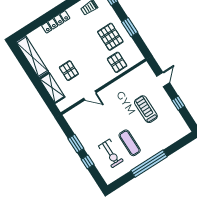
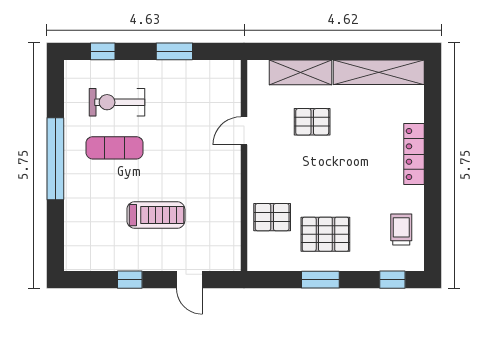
window: (88, 162) -> (103, 51), moved

